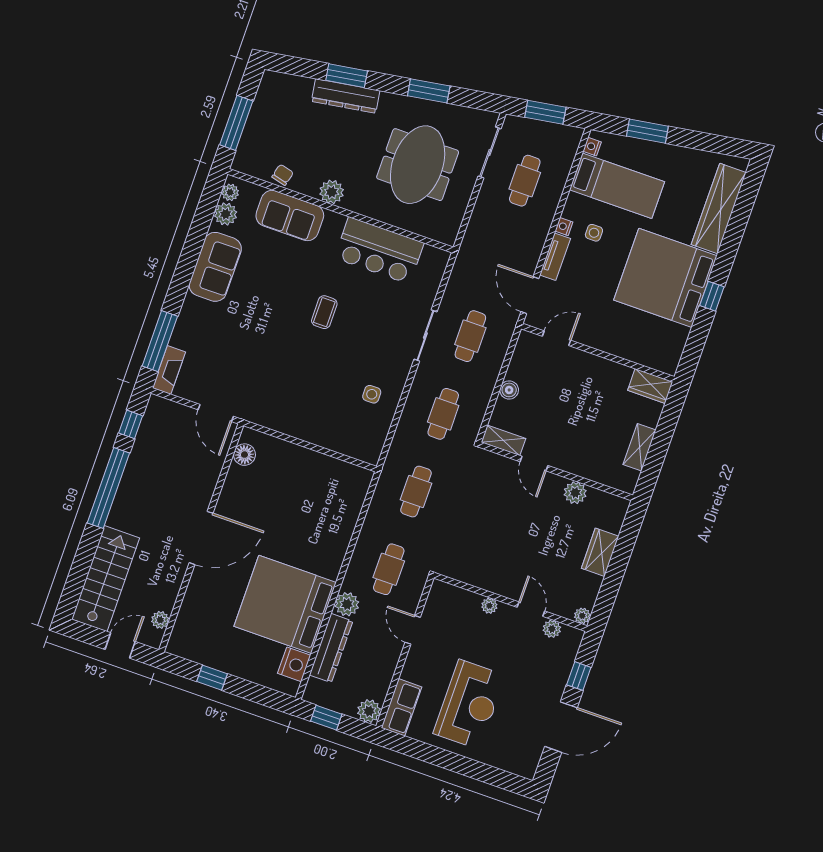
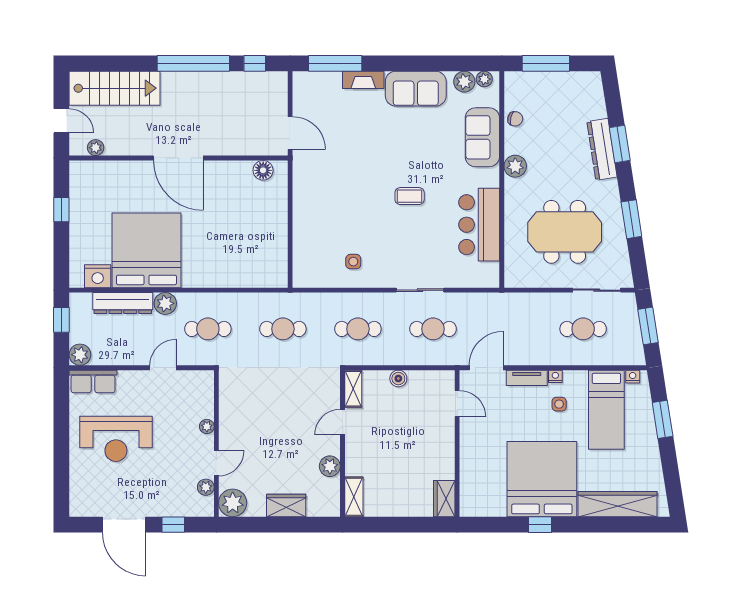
fireplace: (169, 370) -> (363, 80), moved
door: (216, 413) -> (290, 133), swing flipped
shelving: (639, 447) -> (354, 497), moved, turned 90
plant: (582, 616) -> (233, 503), width x1.88, depth x1.88

